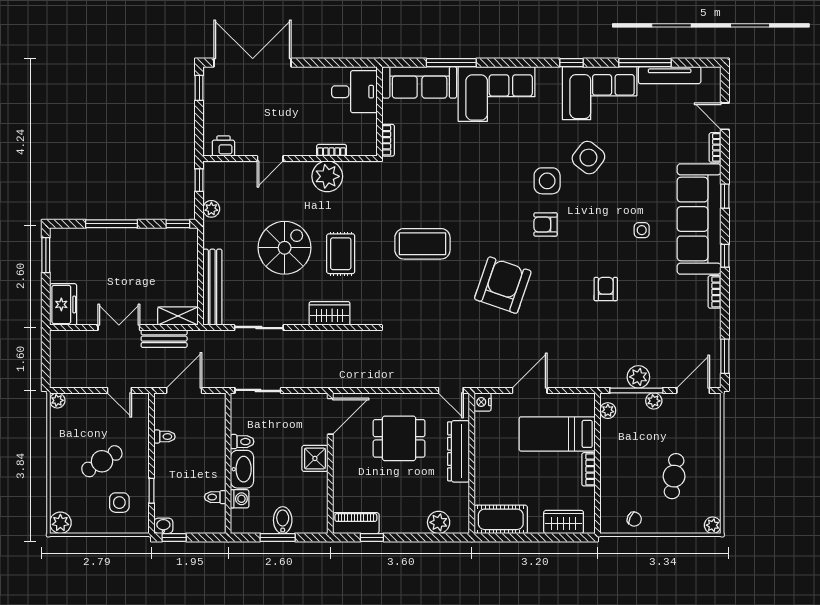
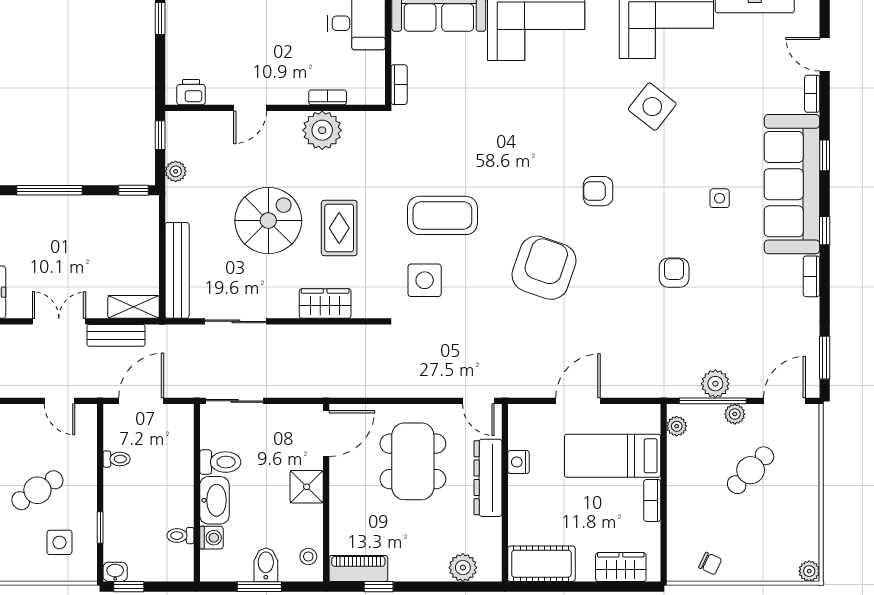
side table: (547, 181) -> (425, 280), moved
nightstand: (483, 402) -> (518, 462), moved
dining table: (399, 438) -> (413, 461), width x1.38
toilet: (242, 442) -> (220, 462), width x1.37, depth x1.39
cafe table: (674, 476) -> (751, 470), moved, turned 36
stool: (316, 514) -> (308, 556), added

